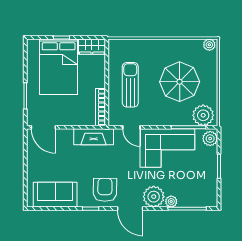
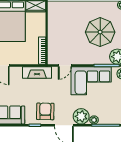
sun lounger: (130, 85) -> (64, 34), removed
door: (131, 127) -> (65, 65), hinge flipped

